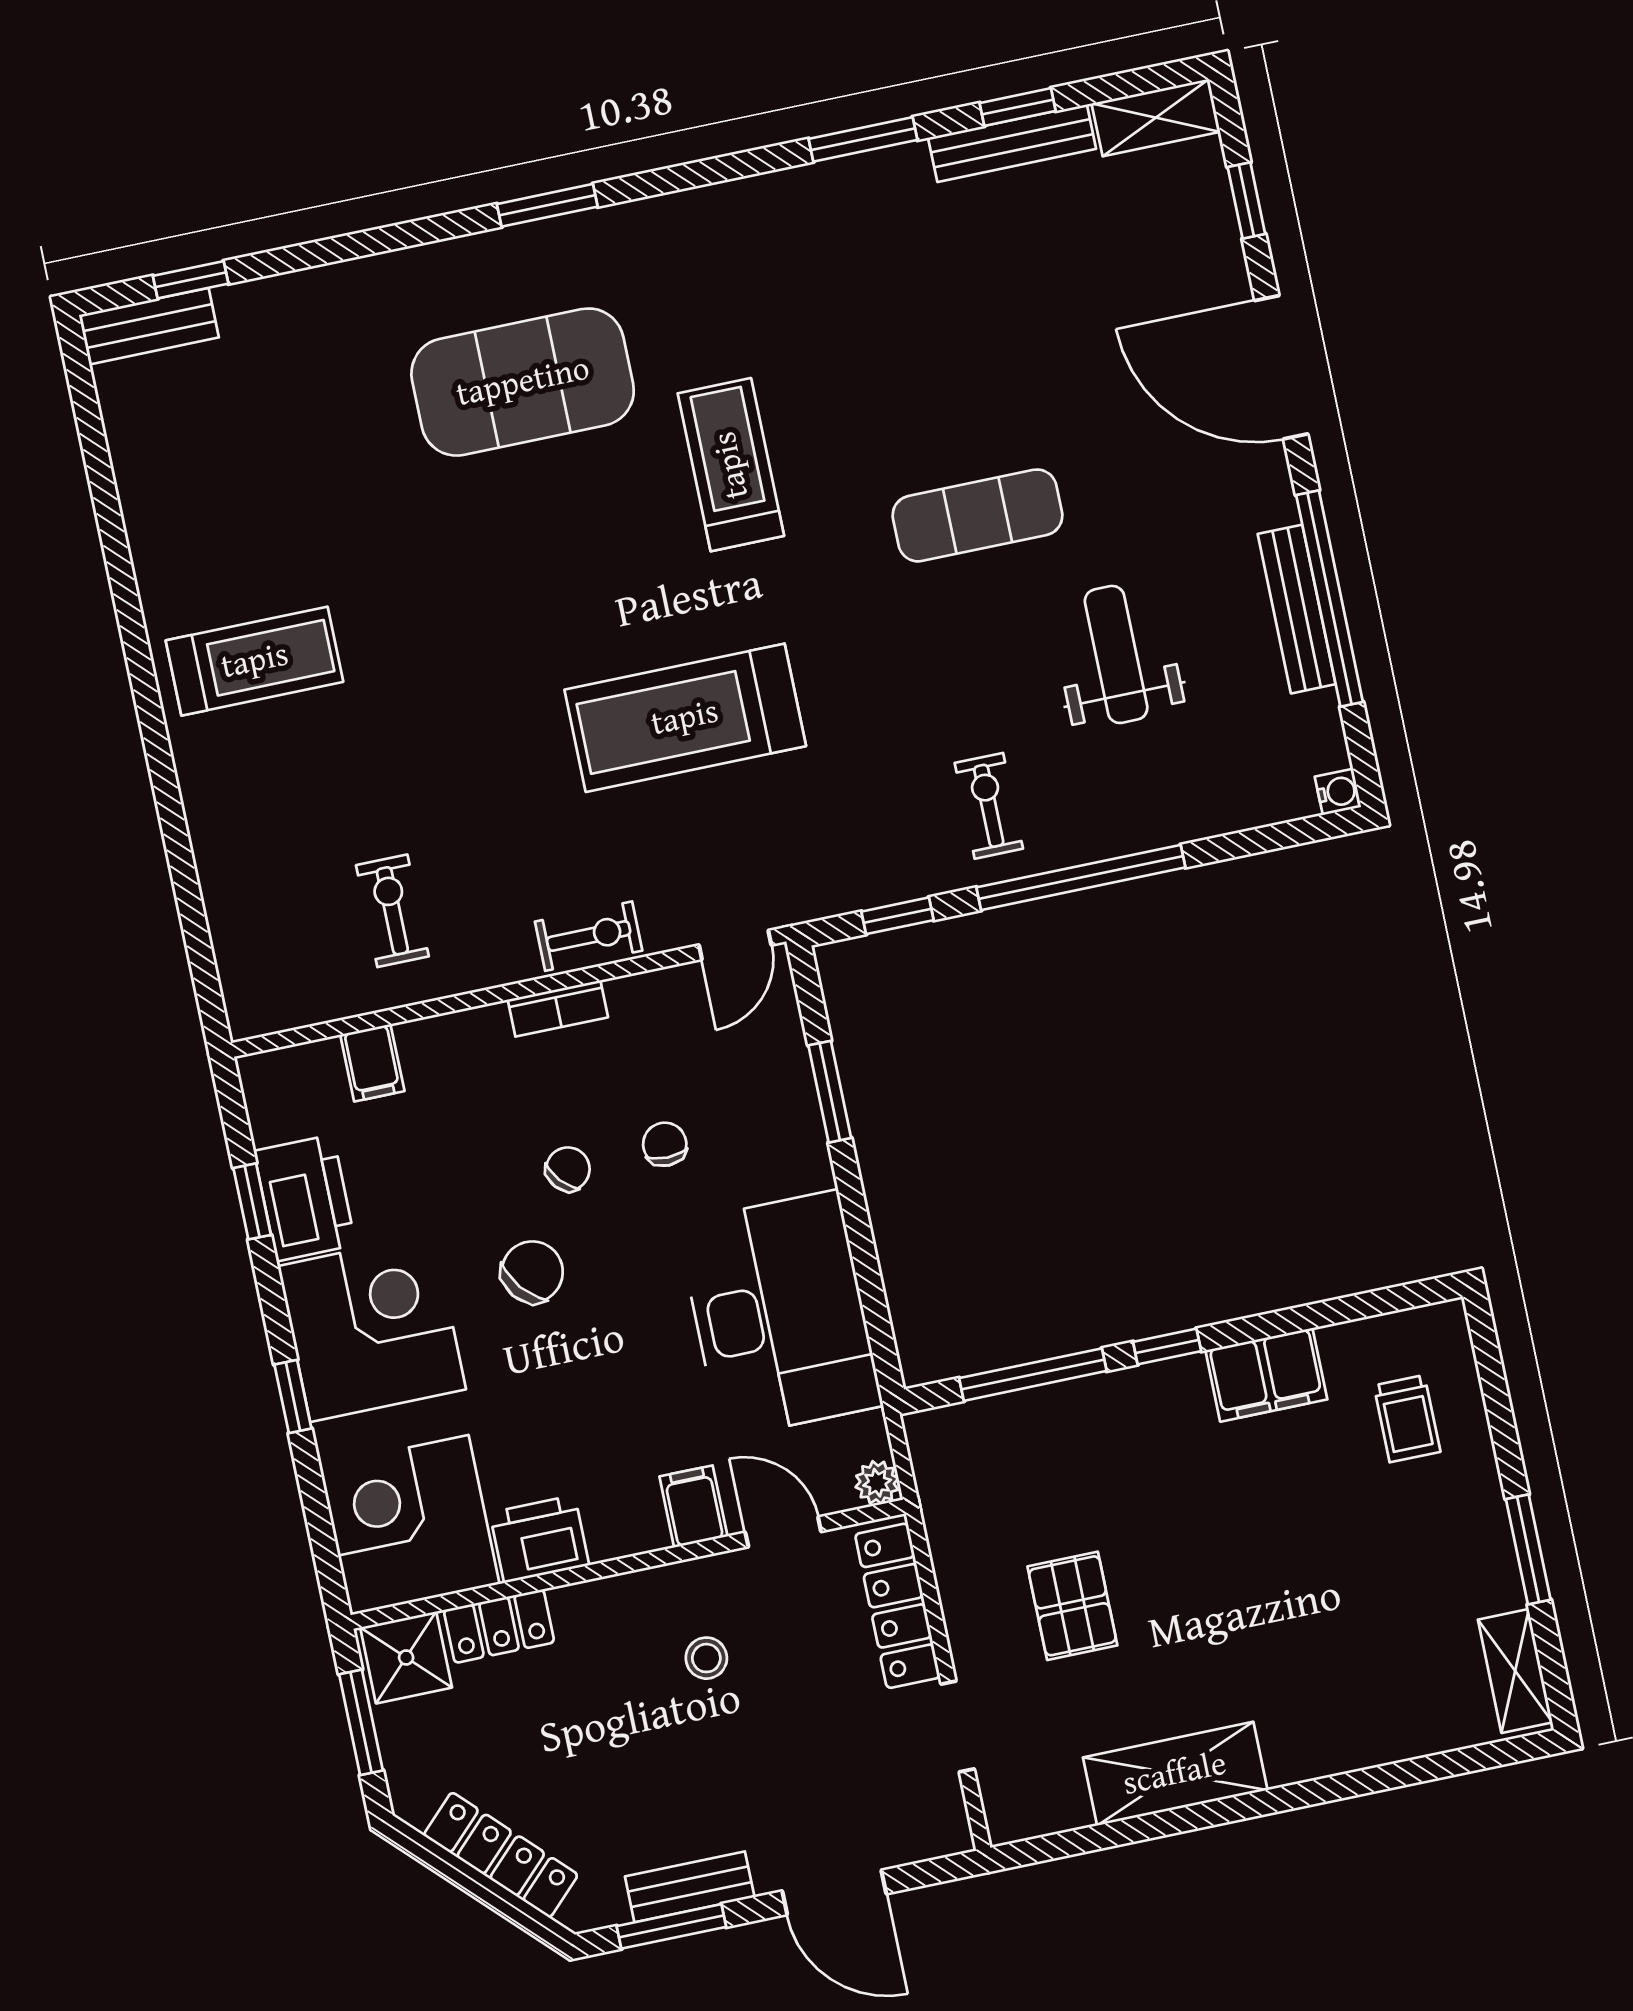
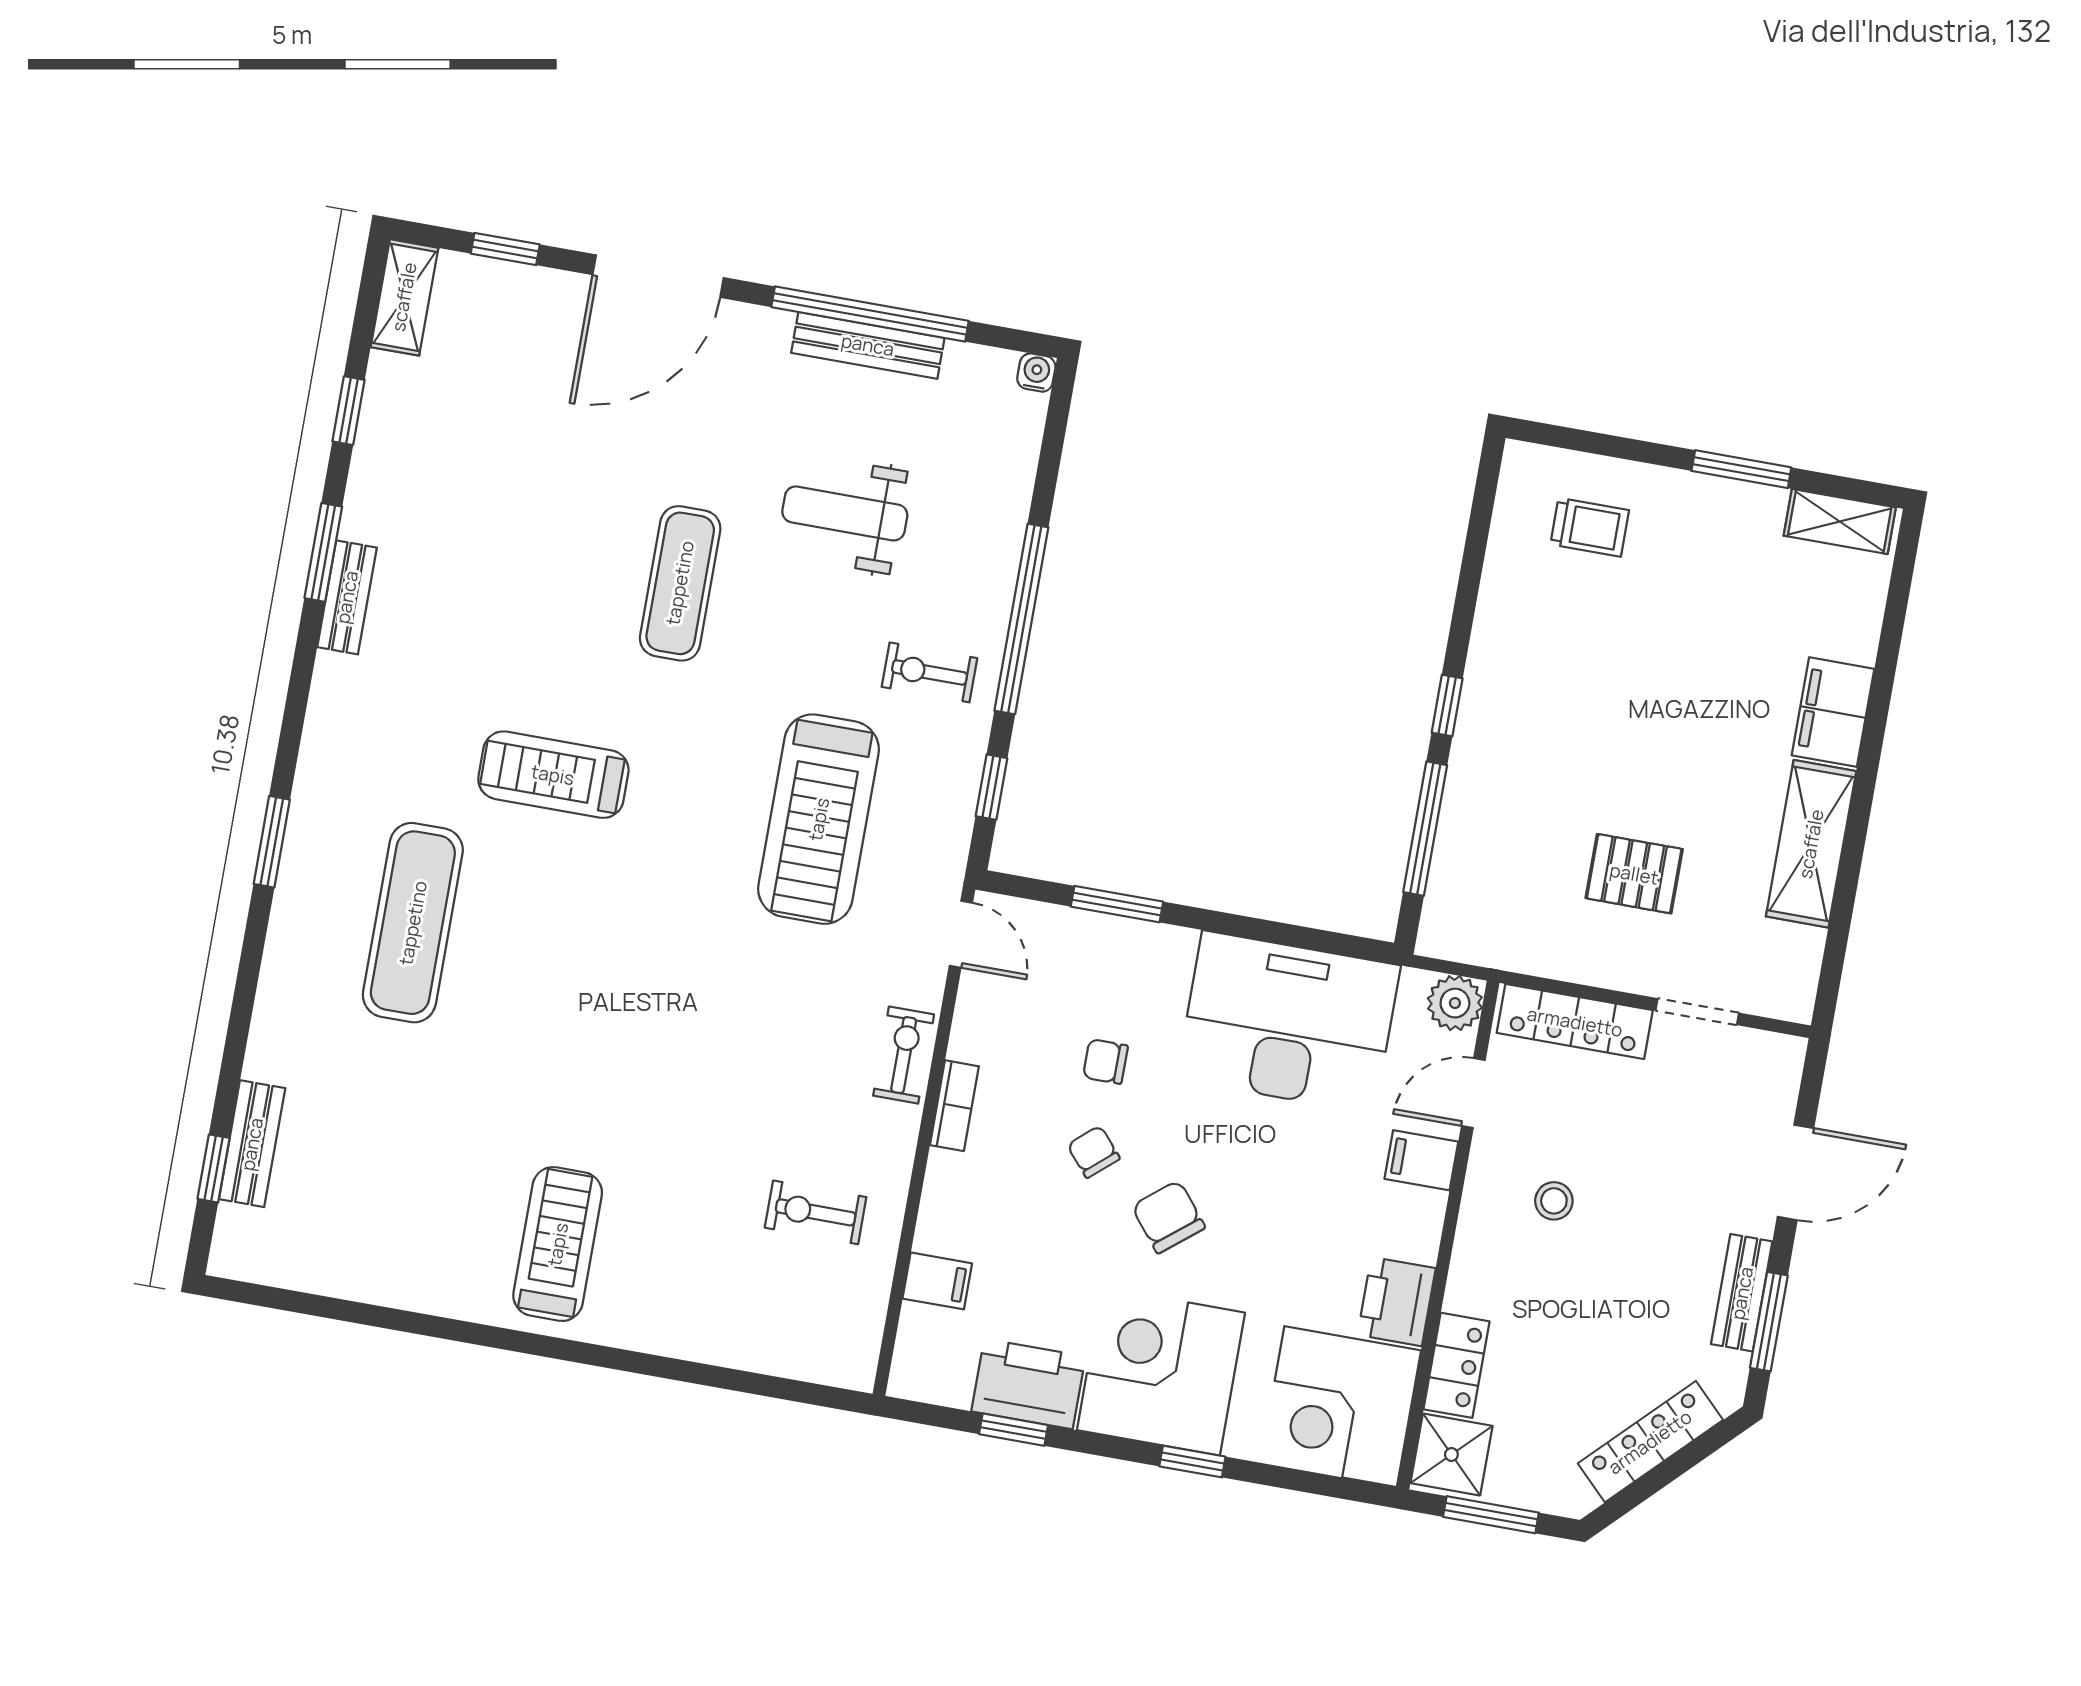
bench: (1012, 143) -> (347, 597), moved, width x0.73
bench: (149, 326) -> (252, 1144), moved
exercise mat: (523, 382) -> (413, 923), width x0.68
treadmill: (685, 718) -> (819, 819), moved
filing cabinet: (1266, 1375) -> (1833, 712), moved, turned 180
plant: (877, 1483) -> (1455, 1003), width x1.38, depth x1.38

